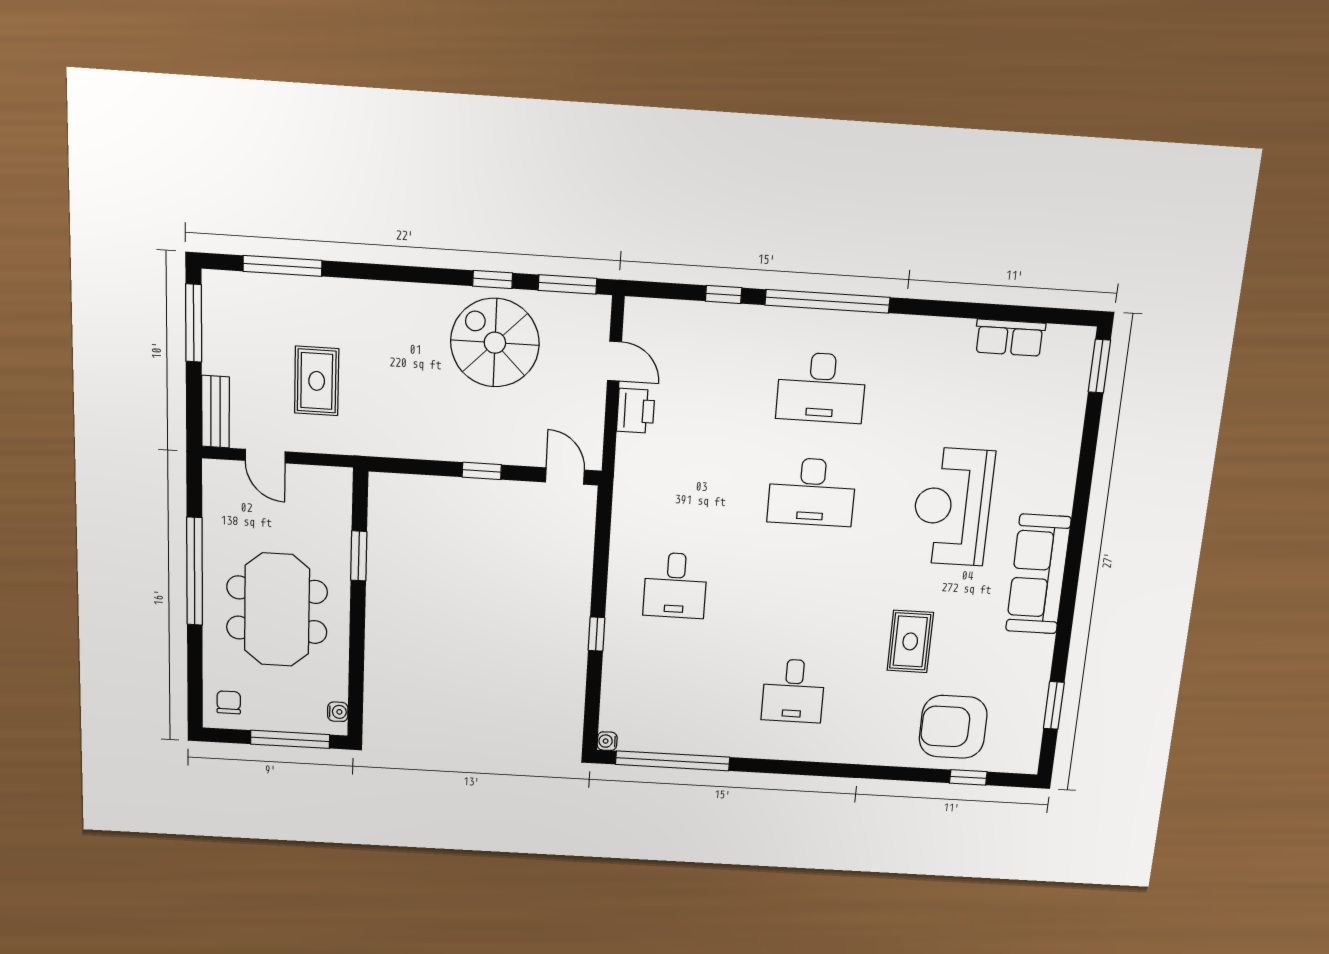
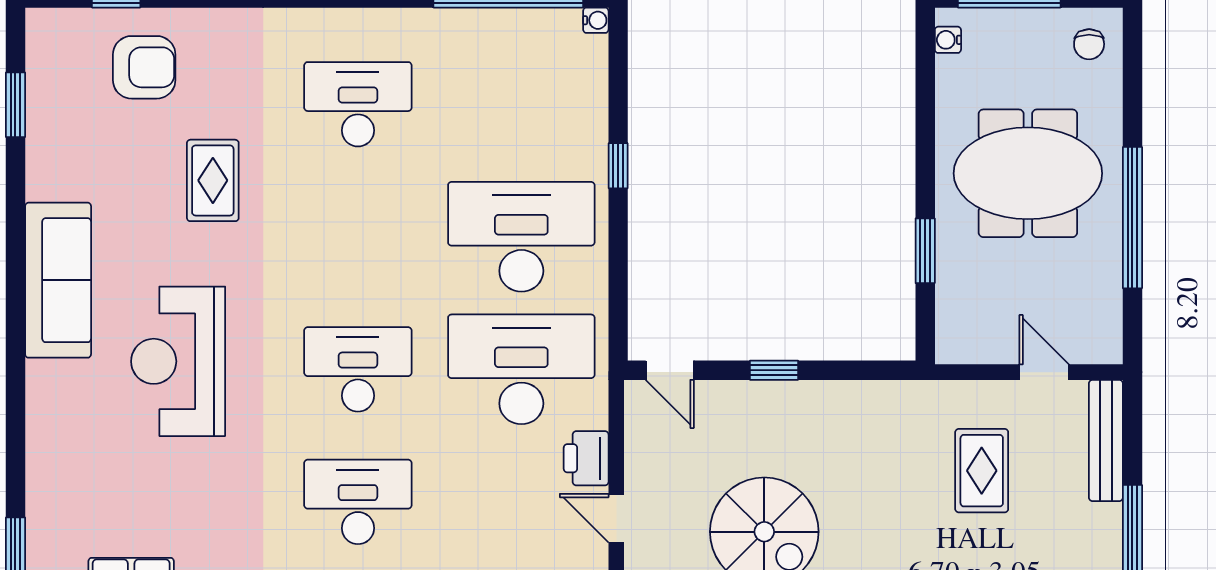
bench: (216, 412) -> (1106, 440), width x1.36
desk: (683, 484) -> (521, 369), added
reception desk: (952, 507) -> (178, 361), turned 180
desk: (675, 585) -> (521, 237), width x1.87, depth x1.30
meeting table: (277, 610) -> (1028, 173), turned 90
desk: (793, 691) -> (358, 104), width x1.37
armchair: (953, 727) -> (144, 67), width x0.73, depth x0.73

